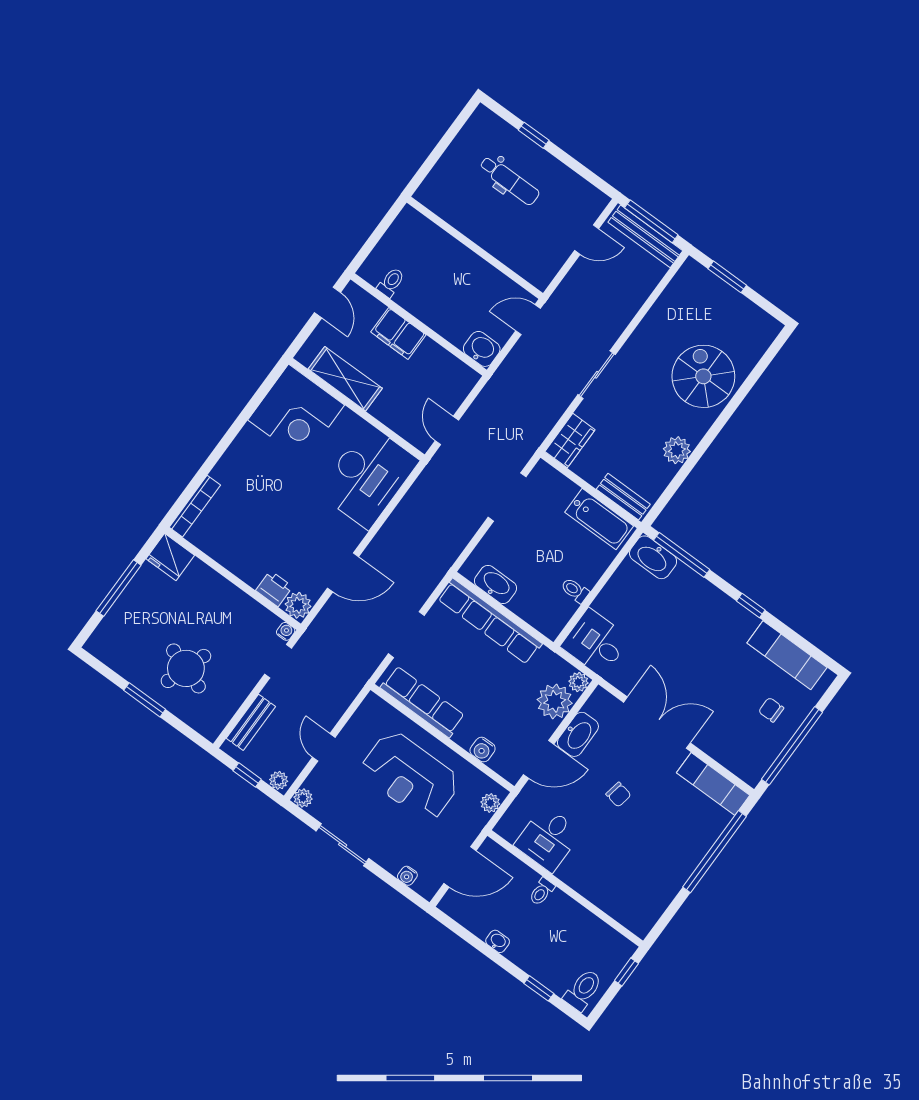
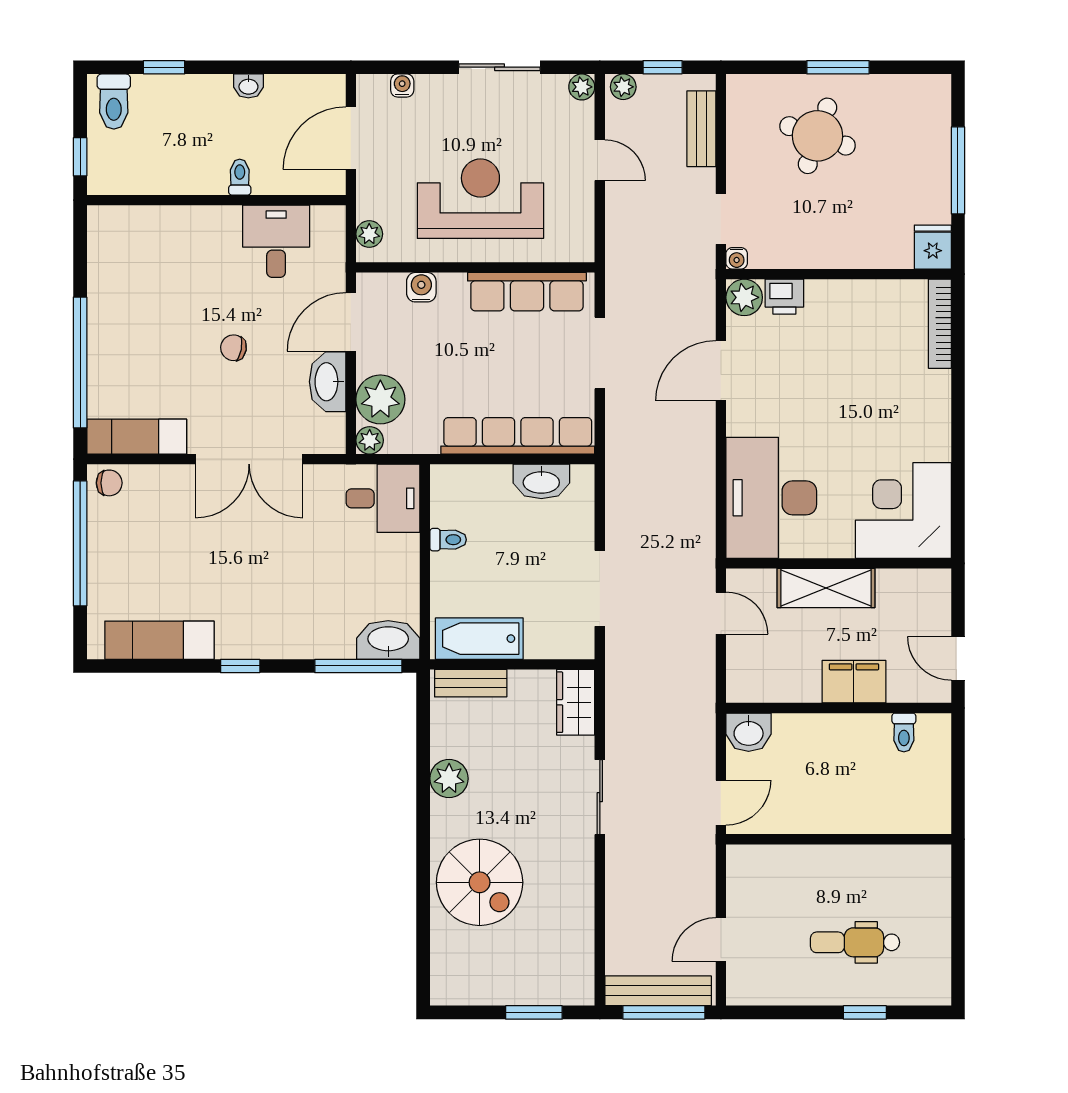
shelving: (345, 379) -> (826, 588), moved
fridge: (170, 557) -> (933, 247), width x0.72
chair: (771, 710) -> (109, 483), moved

